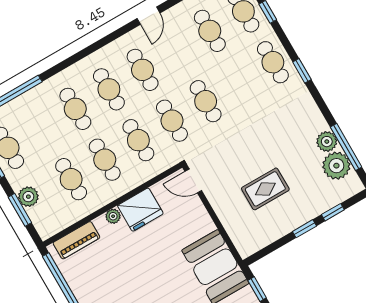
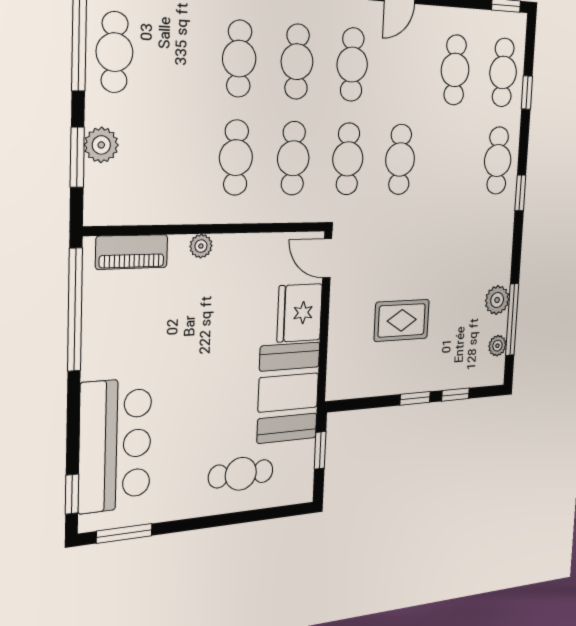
plant: (336, 166) -> (497, 346), width x0.53, depth x0.53
cafe table: (71, 179) -> (176, 157), removed
fridge: (140, 210) -> (300, 313), moved, turned 90

